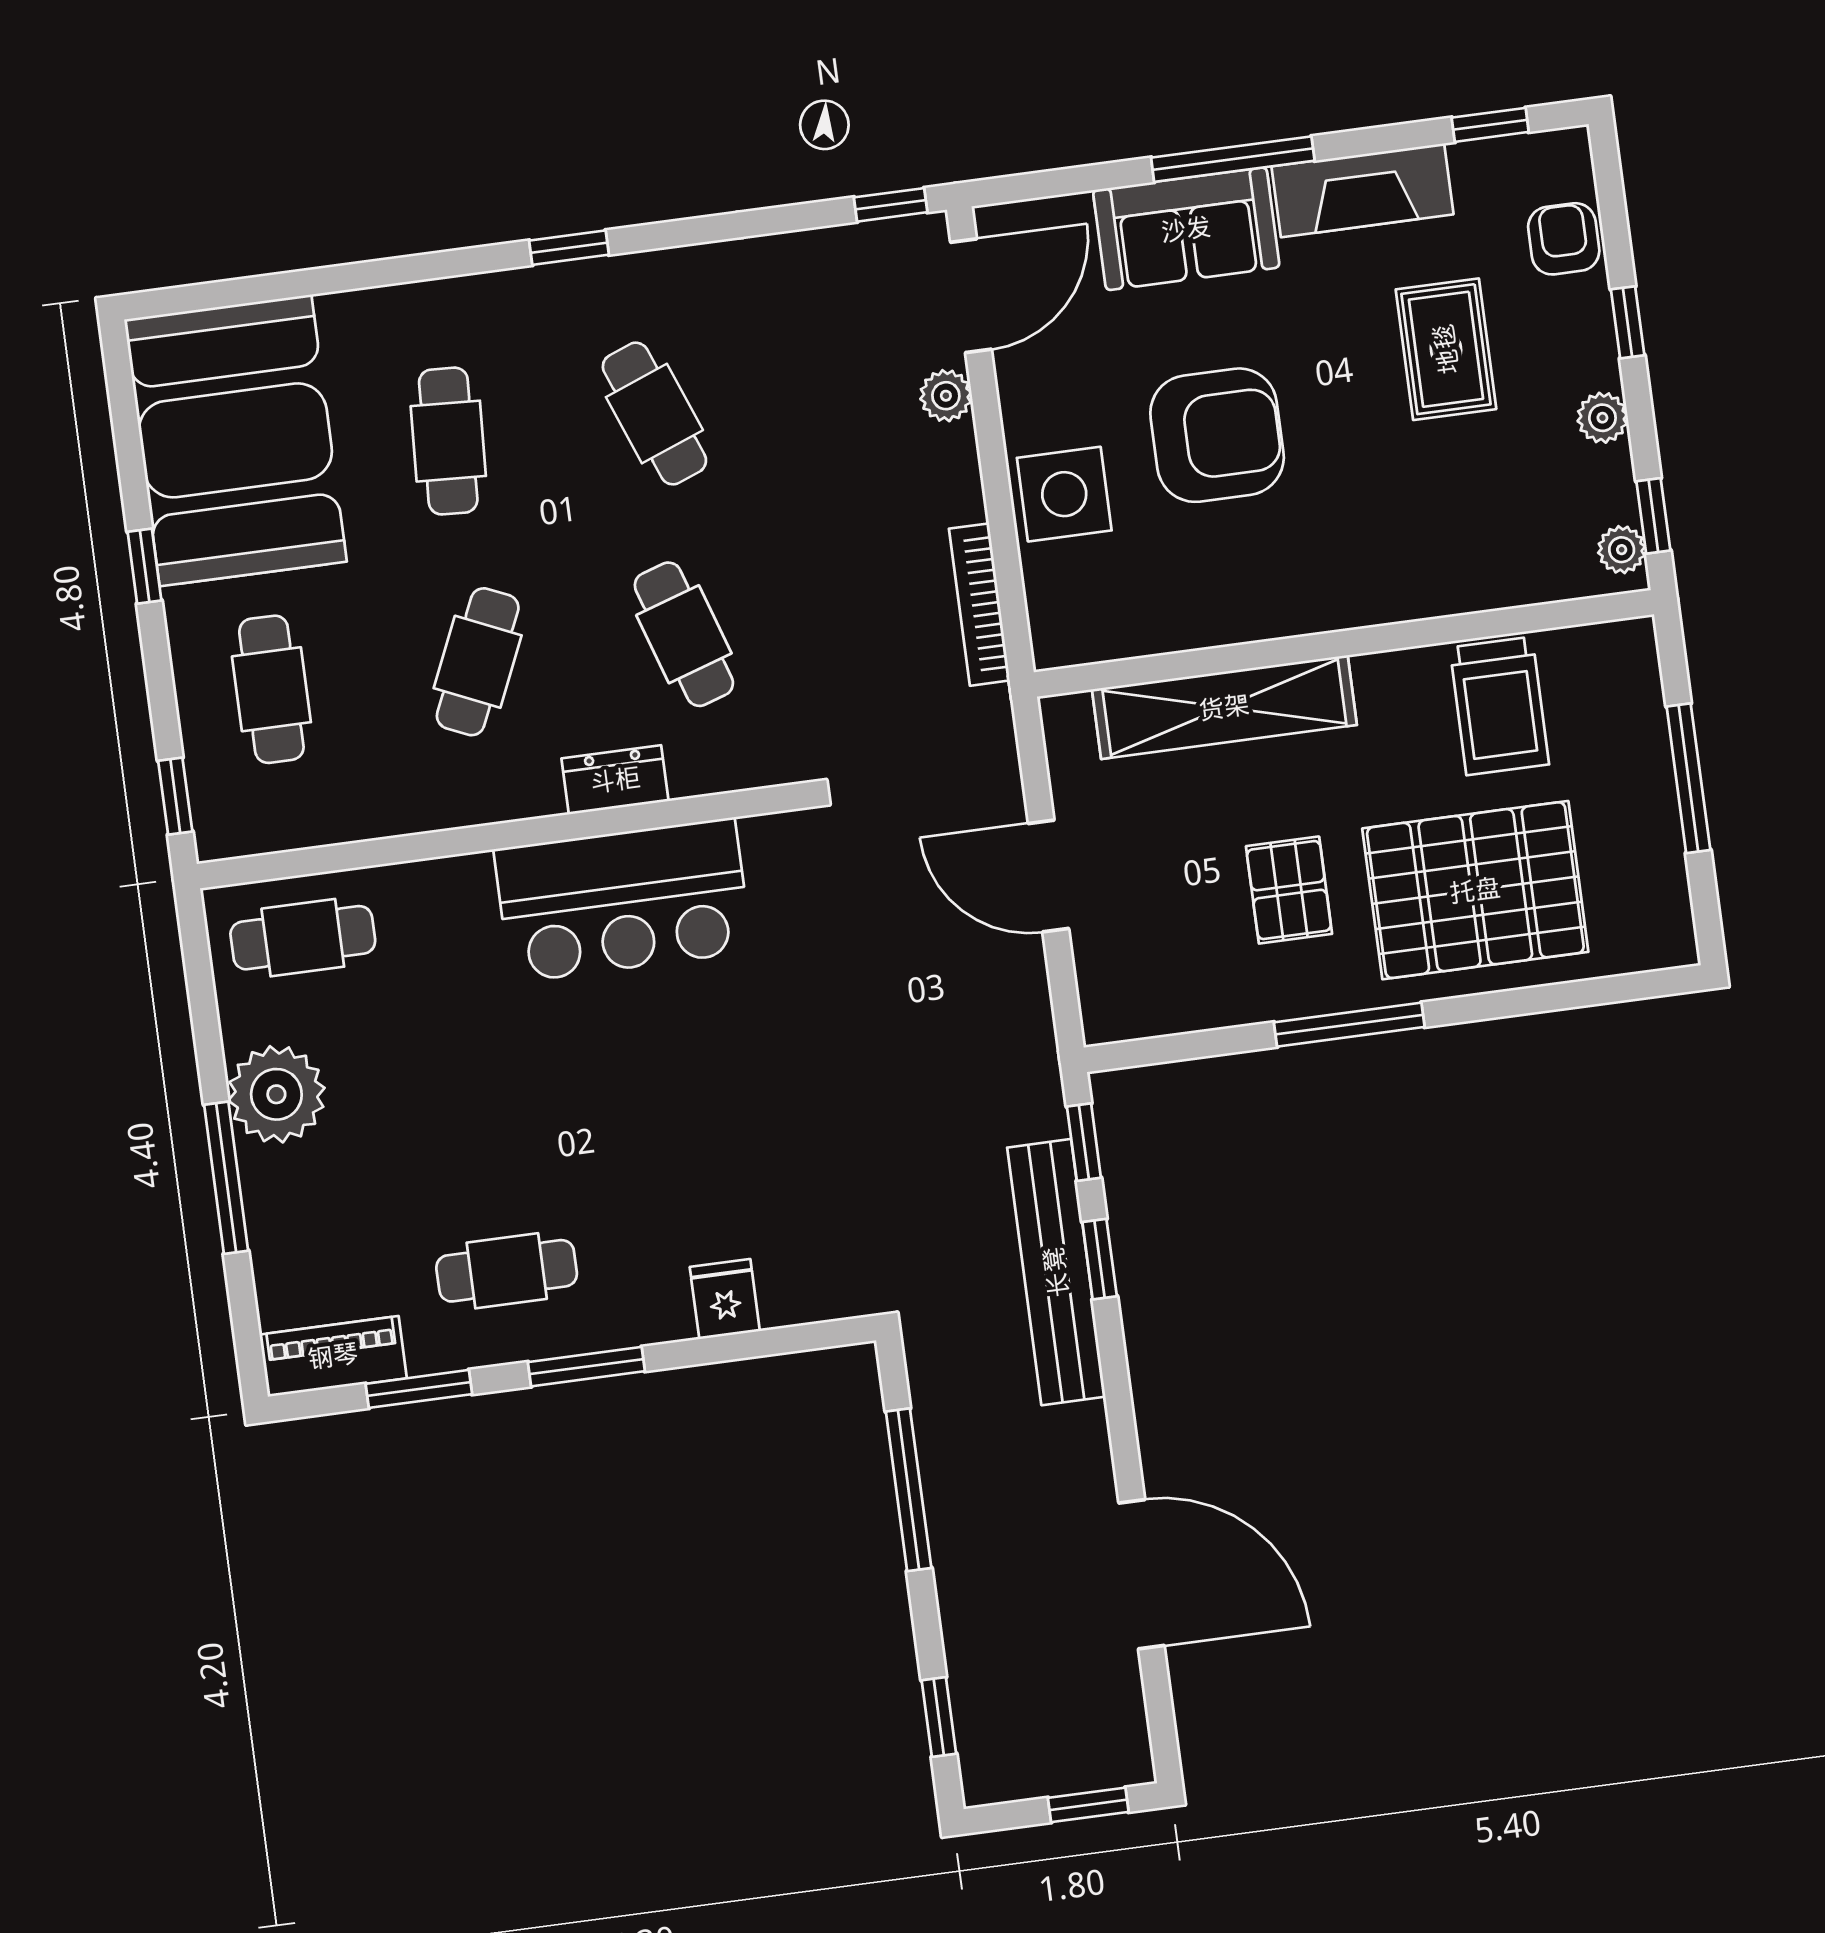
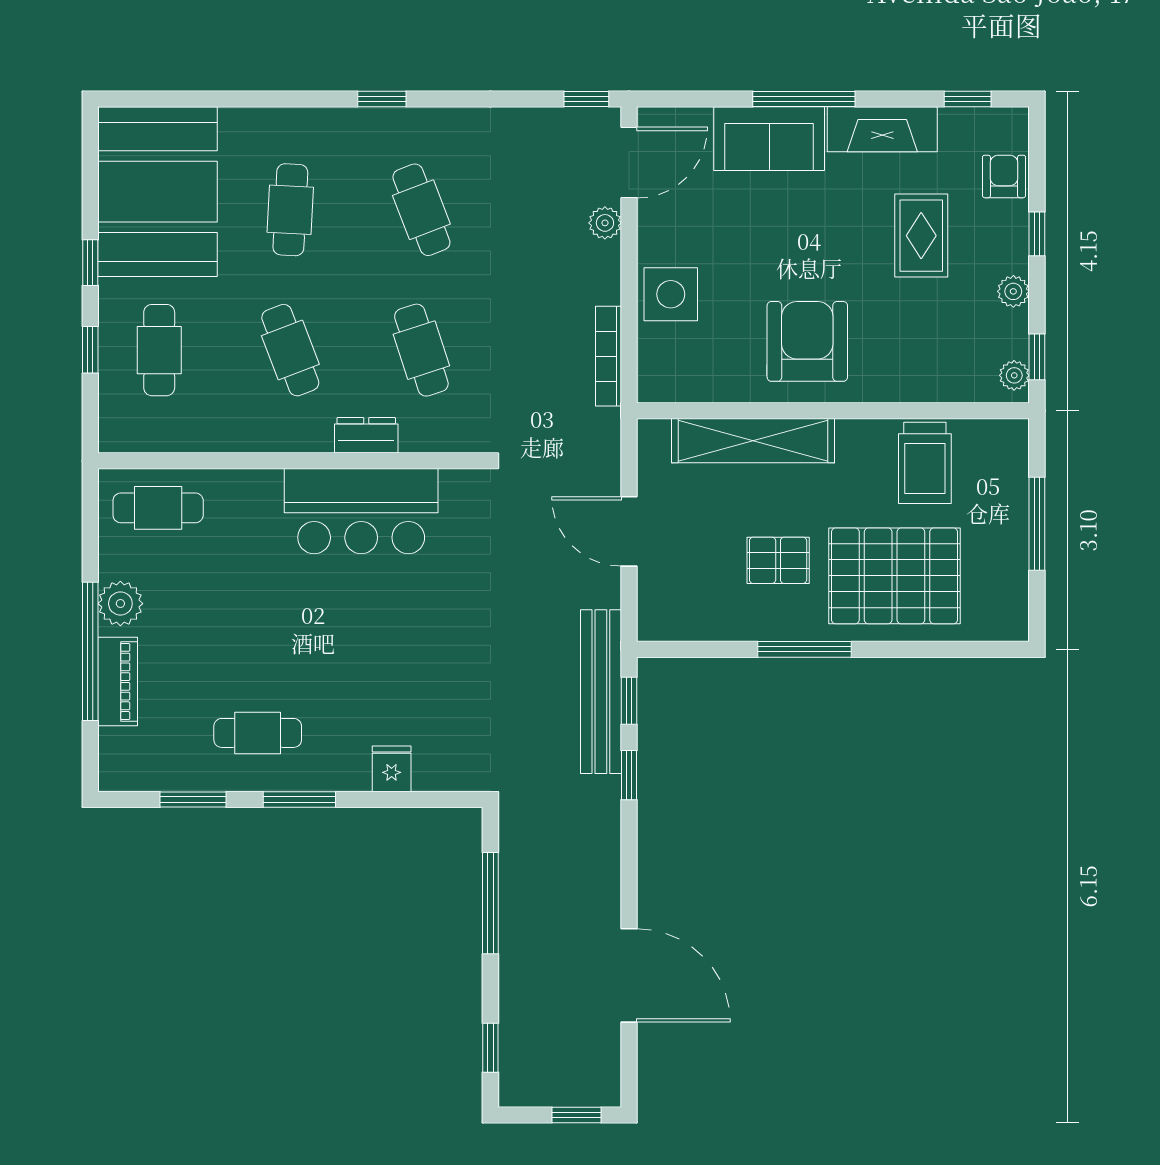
armchair: (1217, 435) -> (807, 341), moved, turned -90
cafe table: (478, 662) -> (290, 350), turned -45
window: (175, 796) -> (90, 350), moved
pallet: (1289, 890) -> (778, 560), turned 90
plant: (276, 1094) -> (120, 604), width x0.73, depth x0.73
window: (226, 1178) -> (90, 651), width x1.46
bench: (1056, 1272) -> (601, 692), moved
piano: (333, 1356) -> (118, 681), moved, turned 90

